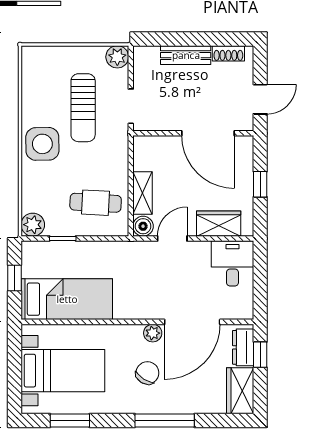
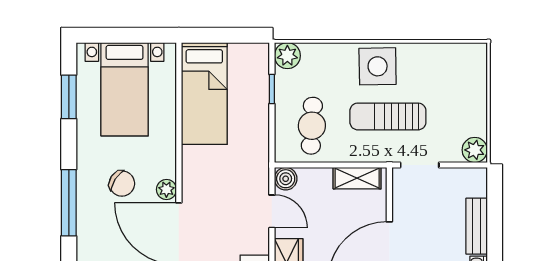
sun lounger: (83, 108) -> (388, 116), moved
shelving: (143, 193) -> (357, 178), moved
window: (15, 278) -> (228, 35), removed

